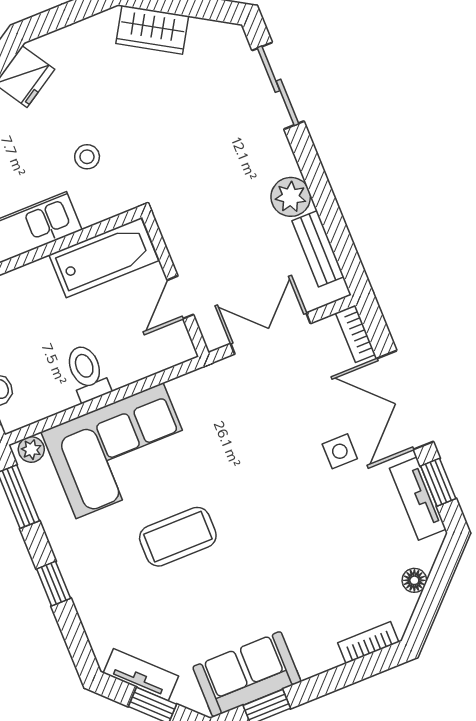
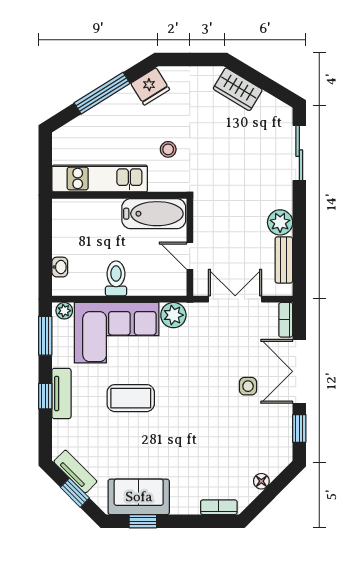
door: (180, 297) -> (190, 256), hinge flipped
plant: (191, 392) -> (173, 315), added
tv unit: (418, 499) -> (61, 393), moved, turned 180

